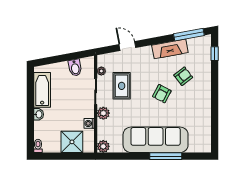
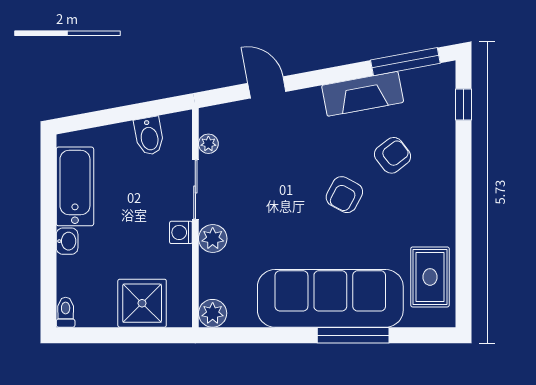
rug: (122, 86) -> (430, 277), moved
washing machine: (89, 123) -> (181, 232), moved

